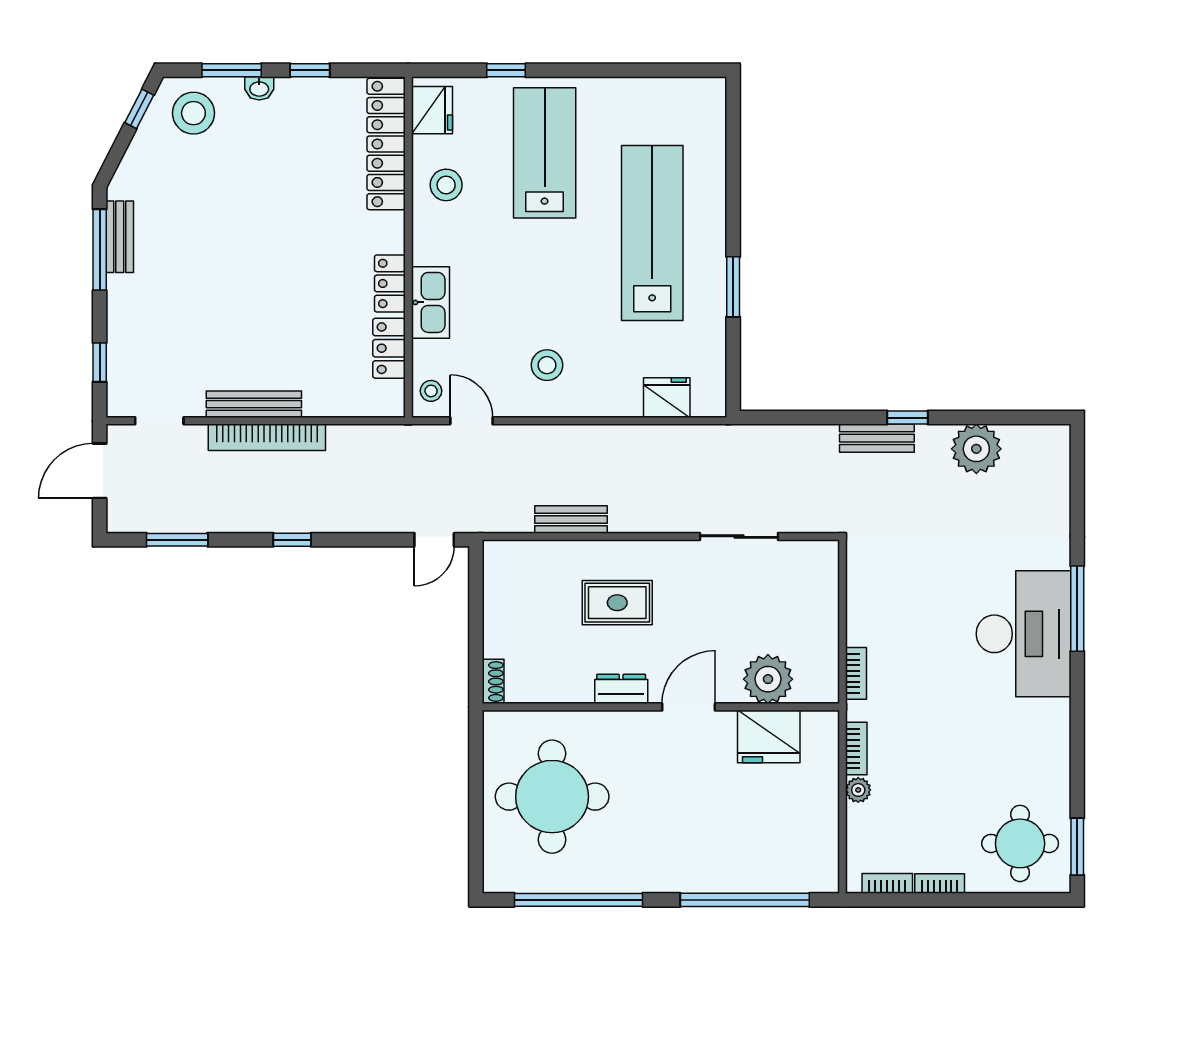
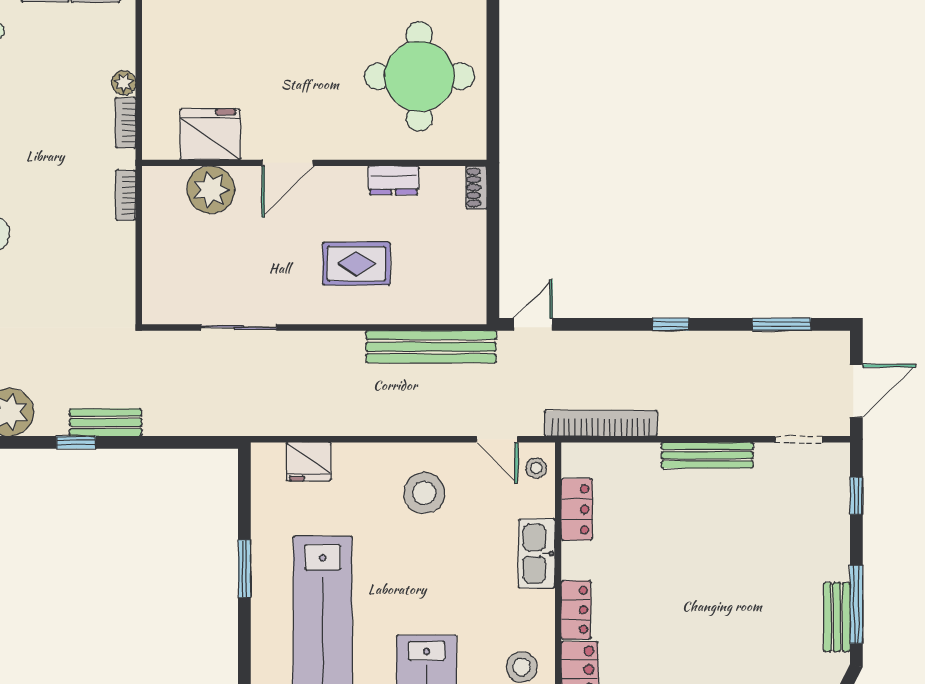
locker: (390, 283) -> (576, 610), moved
stool: (547, 365) -> (424, 493), width x1.38, depth x1.38
bookcase: (267, 437) -> (601, 423), moved
bench: (571, 520) -> (431, 347), width x1.86, depth x1.21
dresser: (621, 689) -> (394, 180), moved

